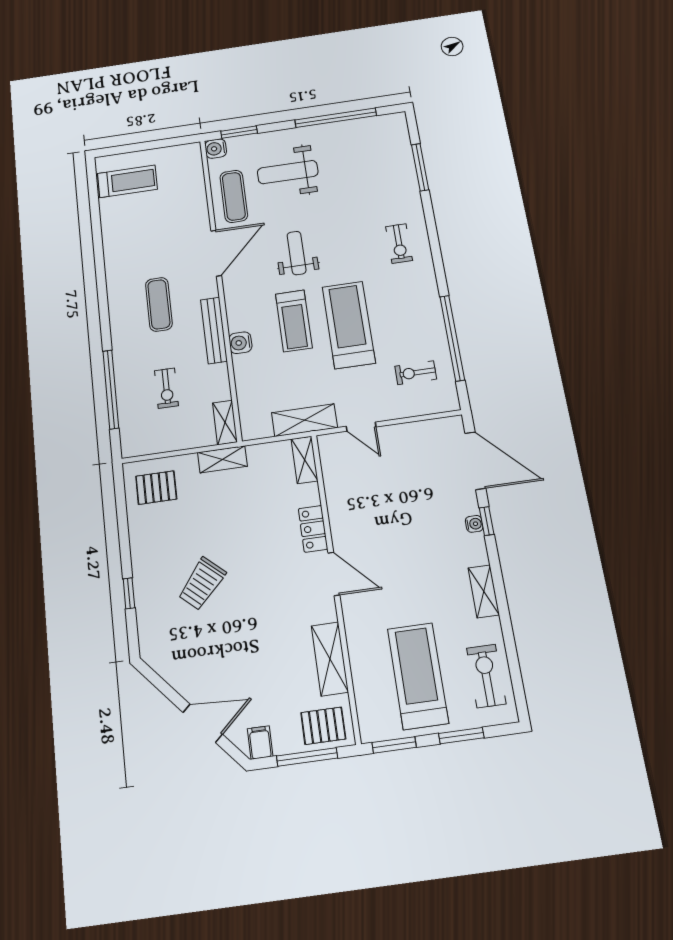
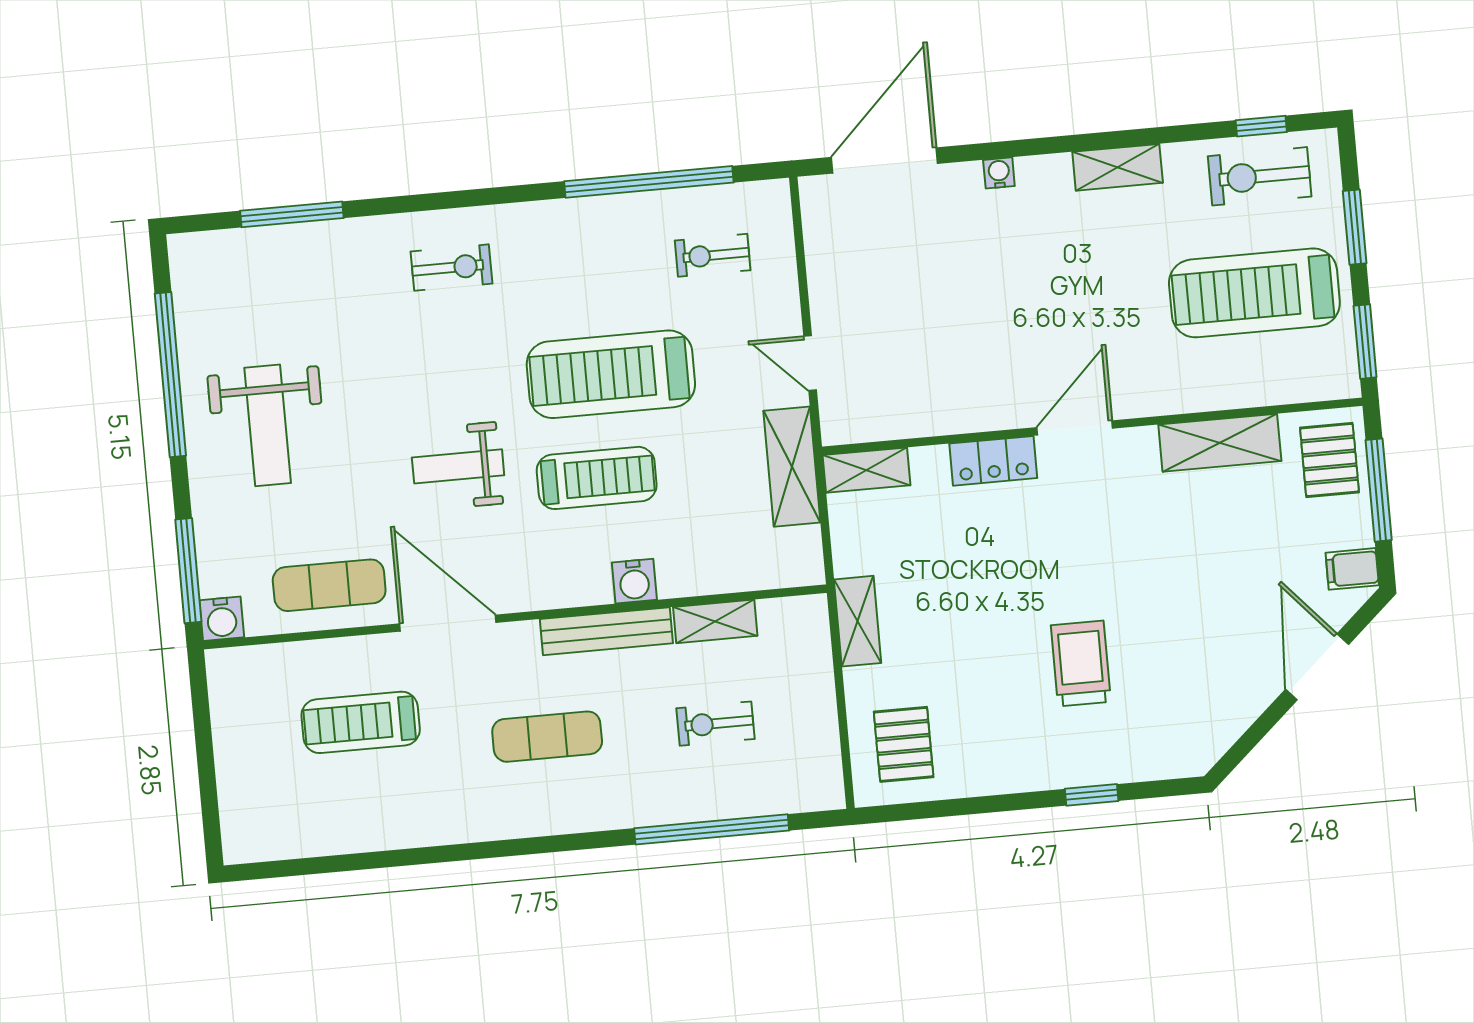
window: (239, 132) -> (188, 571), width x1.44
weight bench: (288, 172) -> (268, 425), moved
treadmill: (127, 181) -> (361, 722), moved, turned -90
exercise bike: (416, 373) -> (713, 255), turned 90
exercise bike: (166, 388) -> (715, 724), turned 180
shelving: (225, 422) -> (715, 621), moved
door: (361, 427) -> (810, 363), swing flipped
window: (487, 521) -> (1261, 126), moved
trolley: (202, 584) -> (1081, 664), turned -131

